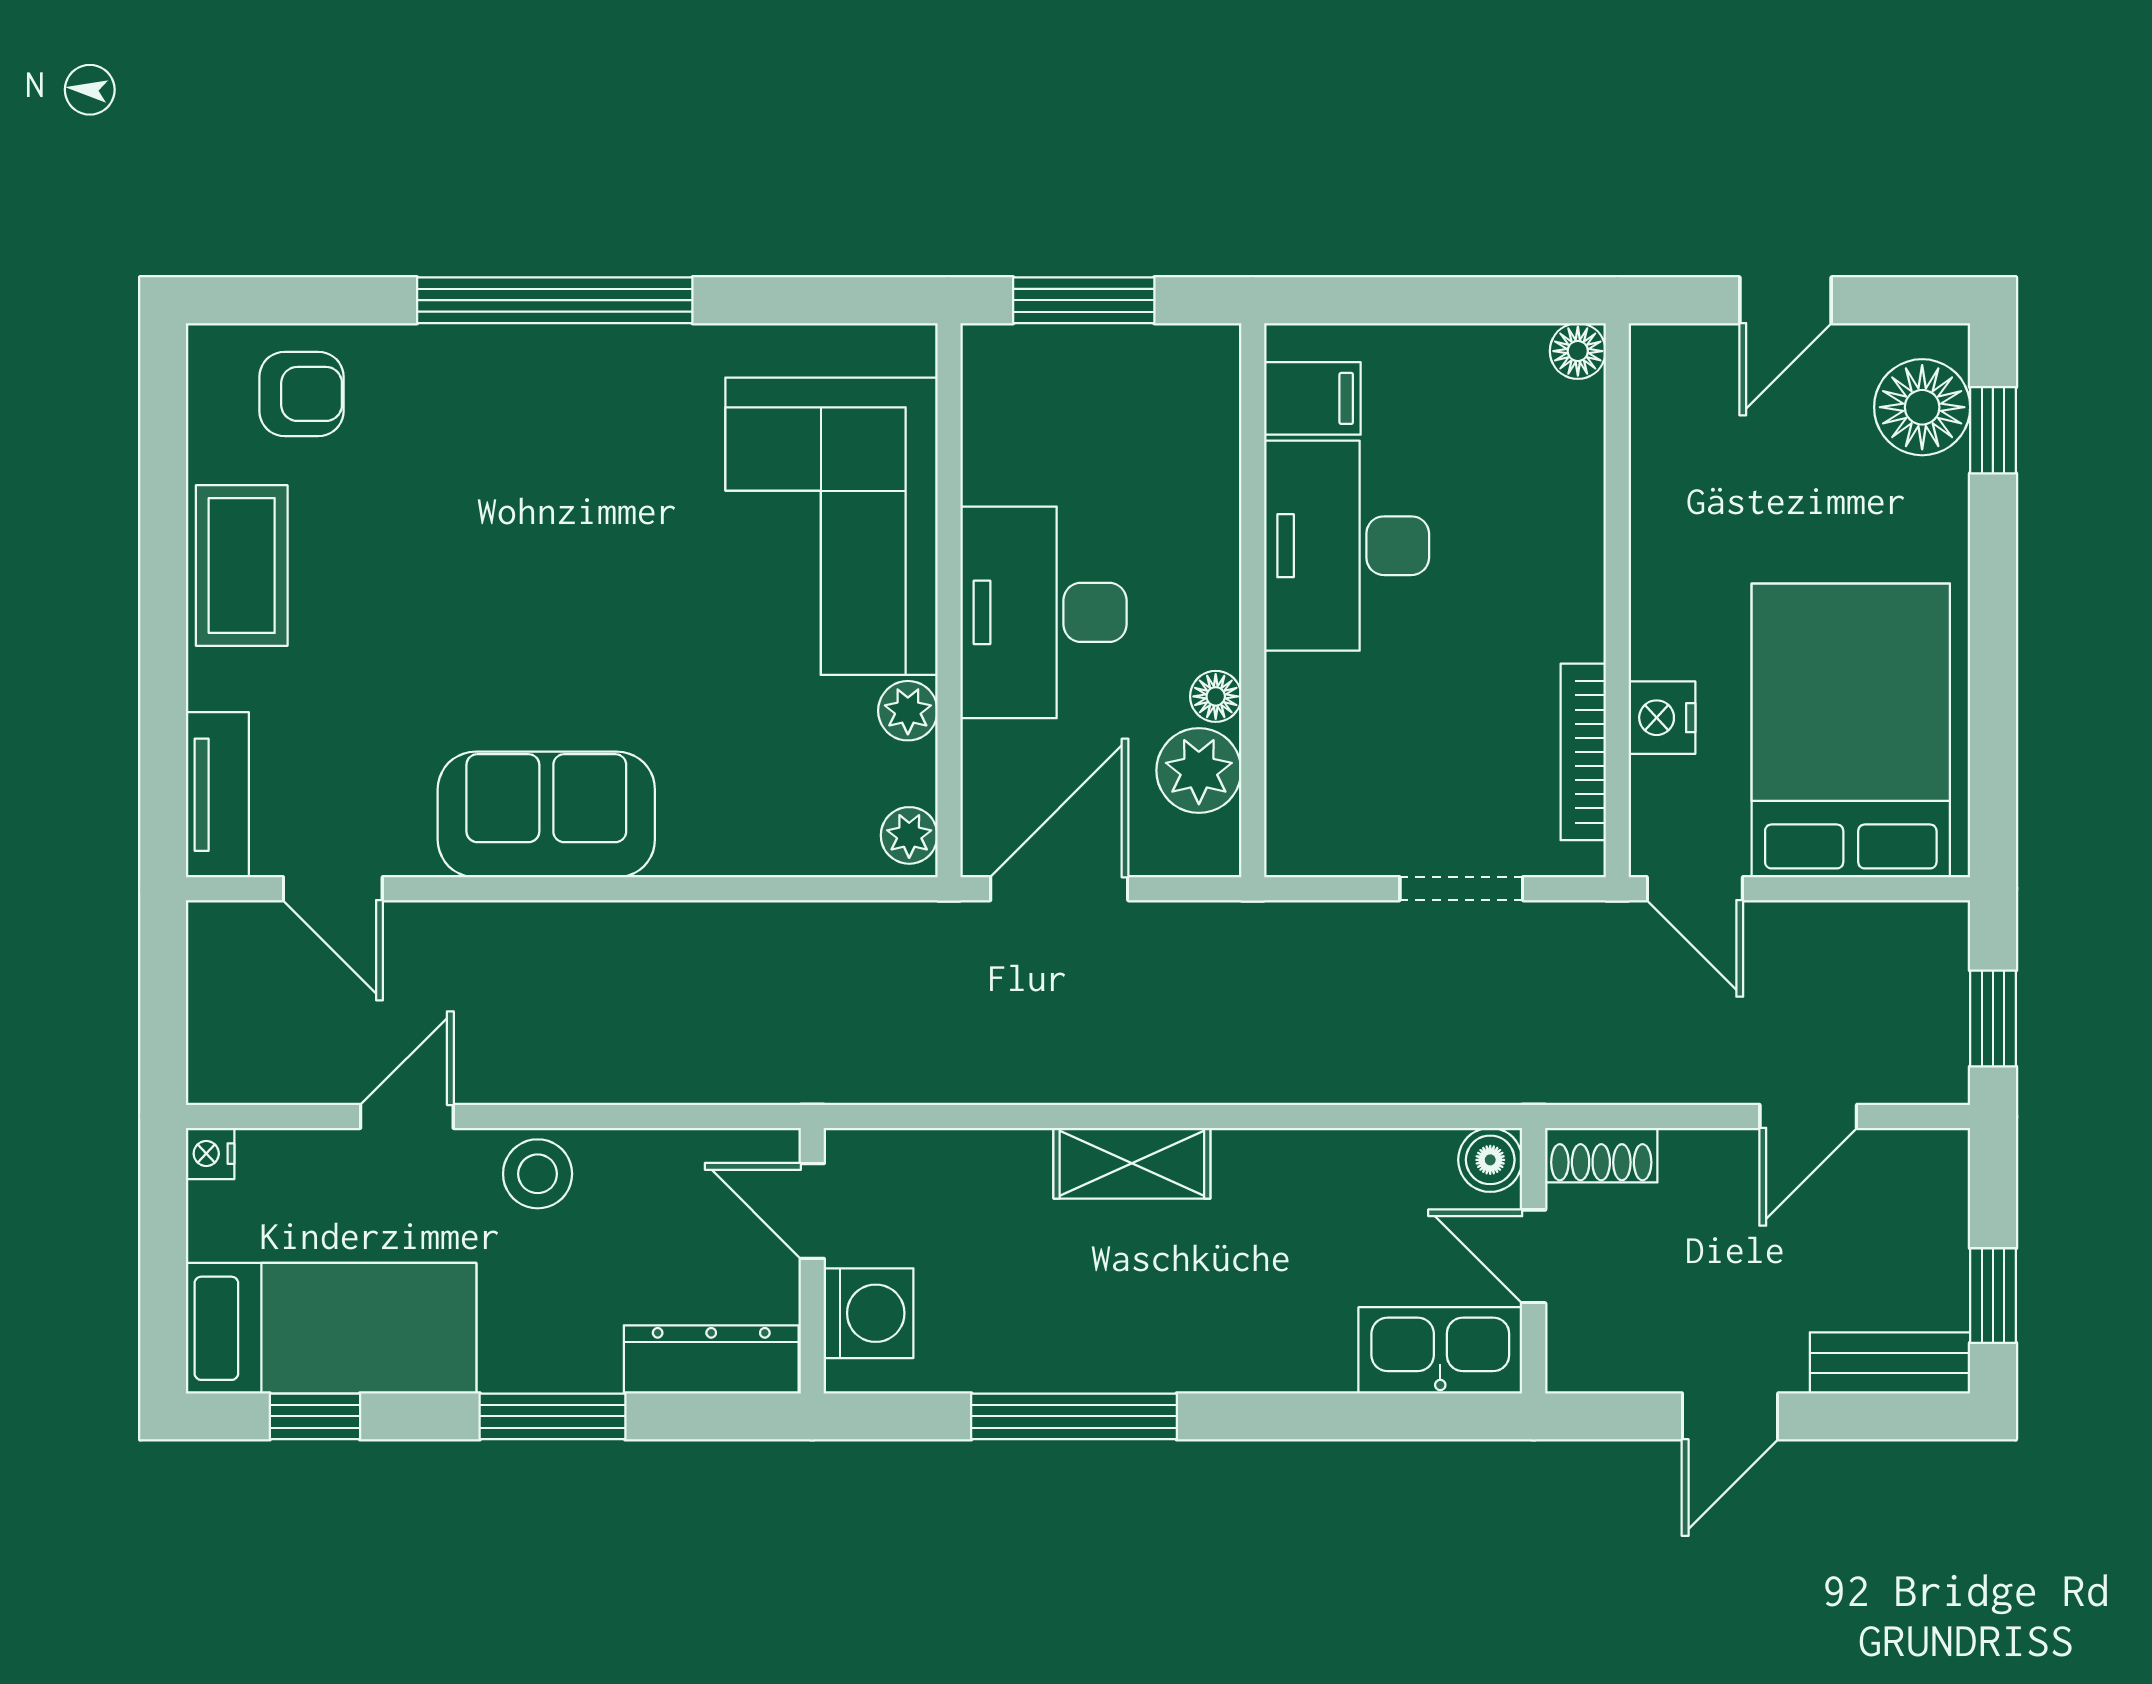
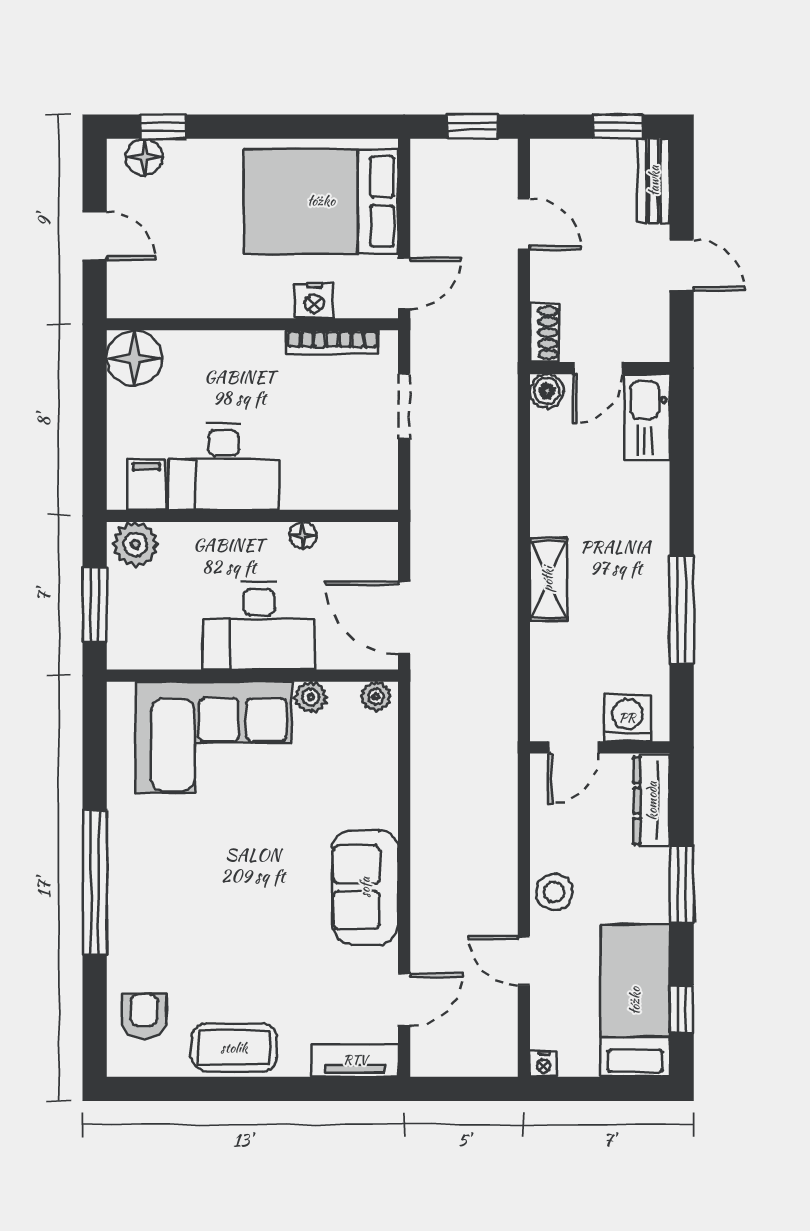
floor lamp: (1578, 351) -> (134, 358), width x1.89, depth x1.89
floor lamp: (1922, 407) -> (144, 157), width x0.73, depth x0.73
plant: (1199, 770) -> (135, 544), moved

